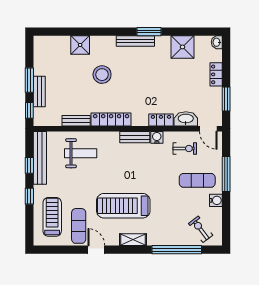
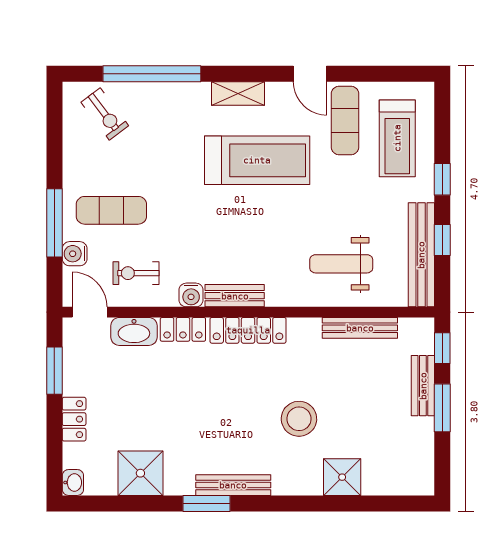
locker: (111, 119) -> (248, 330), moved
bench: (76, 121) -> (360, 328), width x1.36
water cooler: (216, 200) -> (75, 254), moved

